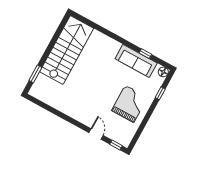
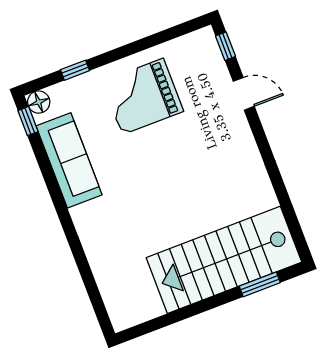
stairs: (67, 50) -> (224, 260), moved
window: (145, 54) -> (28, 121), moved
door: (96, 134) -> (244, 94), swing flipped

